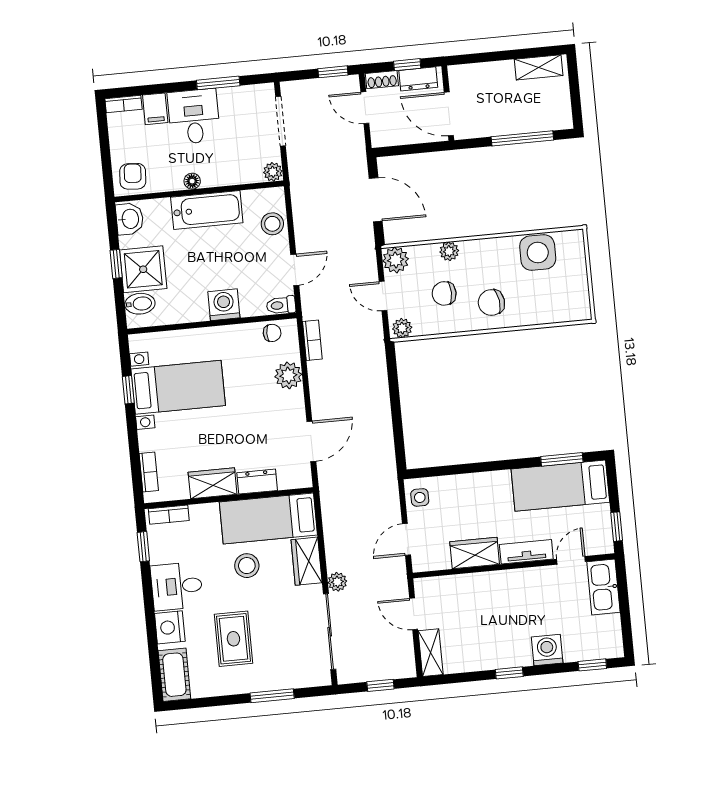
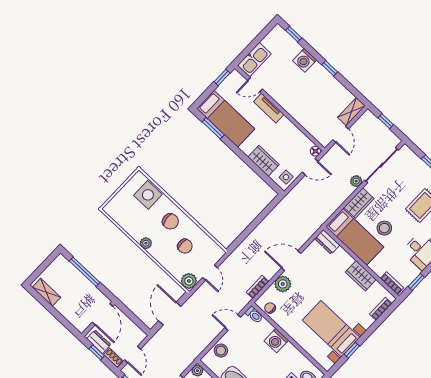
plant: (449, 251) -> (146, 243), moved
side table: (538, 252) -> (148, 195), moved
plant: (402, 328) -> (217, 251), removed
door: (311, 441) -> (291, 261), moved
dresser: (257, 482) -> (327, 242), moved
wardrobe: (475, 553) -> (264, 161), moved, turned 180
floor lamp: (420, 563) -> (315, 151), added

